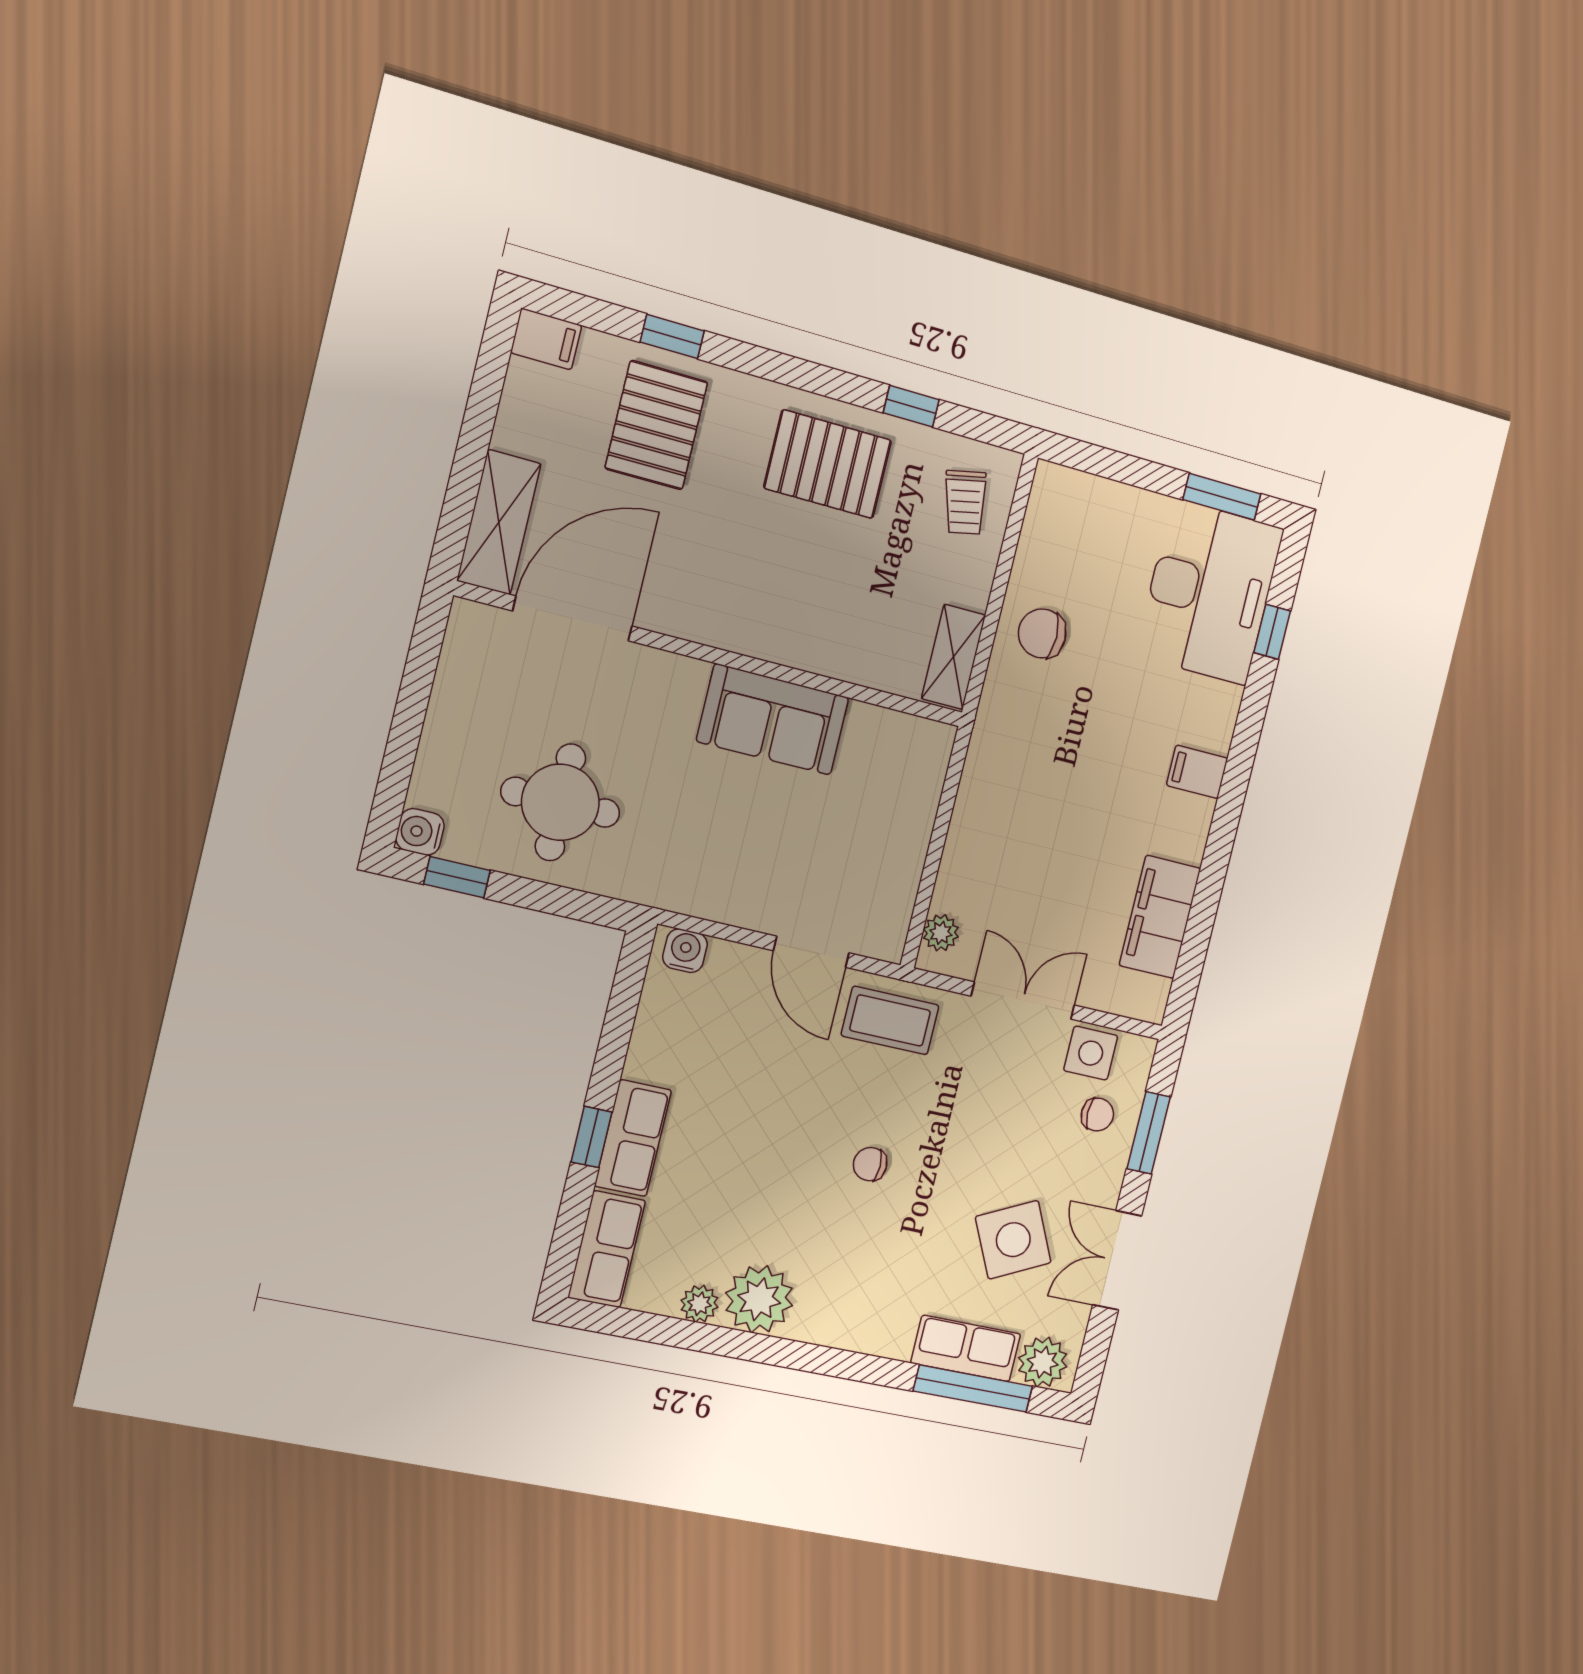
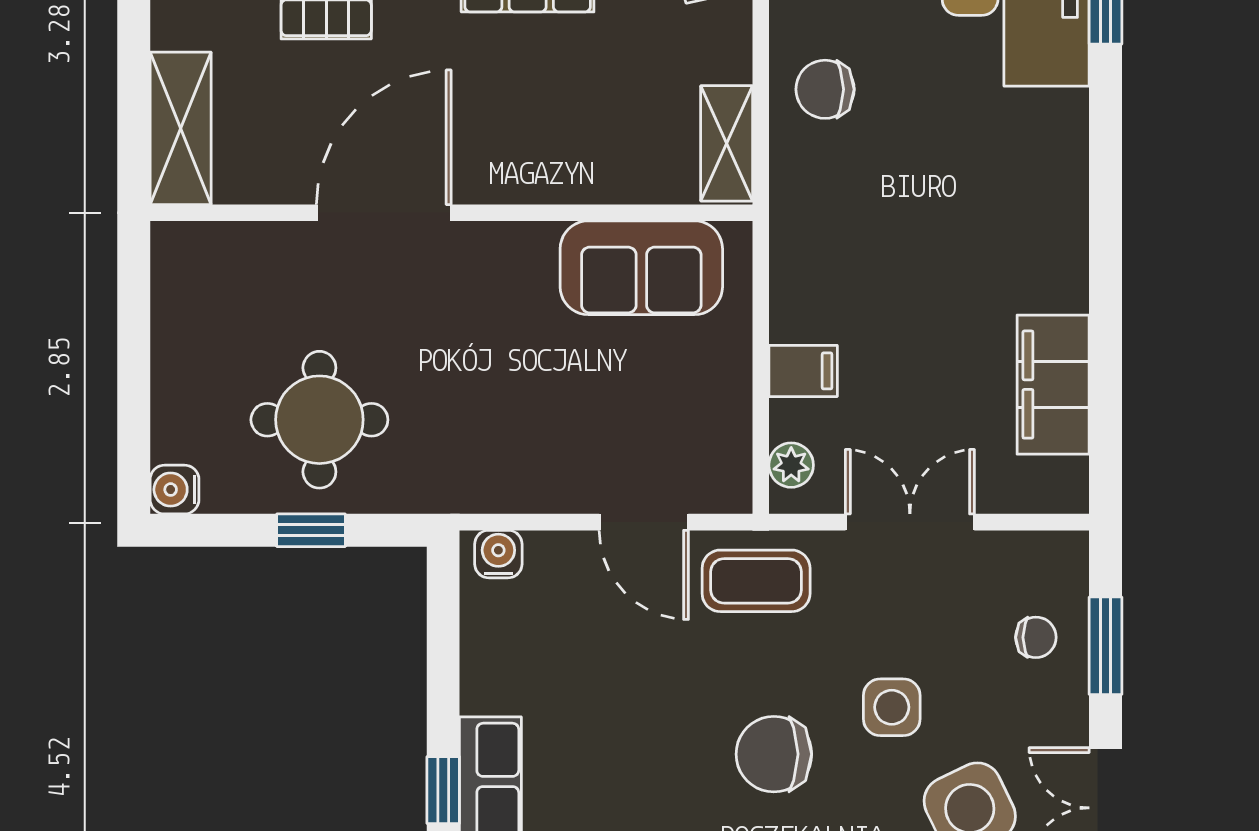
door: (573, 619) -> (384, 213), moved
sofa: (773, 719) -> (641, 268), moved
filing cabinet: (1197, 772) -> (803, 371), moved, turned 180
window: (457, 877) -> (311, 530), moved
side table: (1091, 1053) -> (892, 707), moved
chair: (870, 1164) -> (774, 754), width x1.87, depth x1.87

